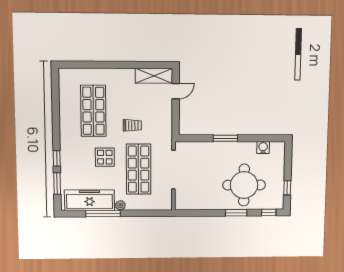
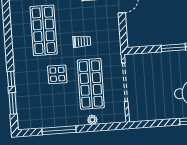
freezer: (90, 200) -> (45, 118), removed
plant: (120, 205) -> (92, 120), moved

